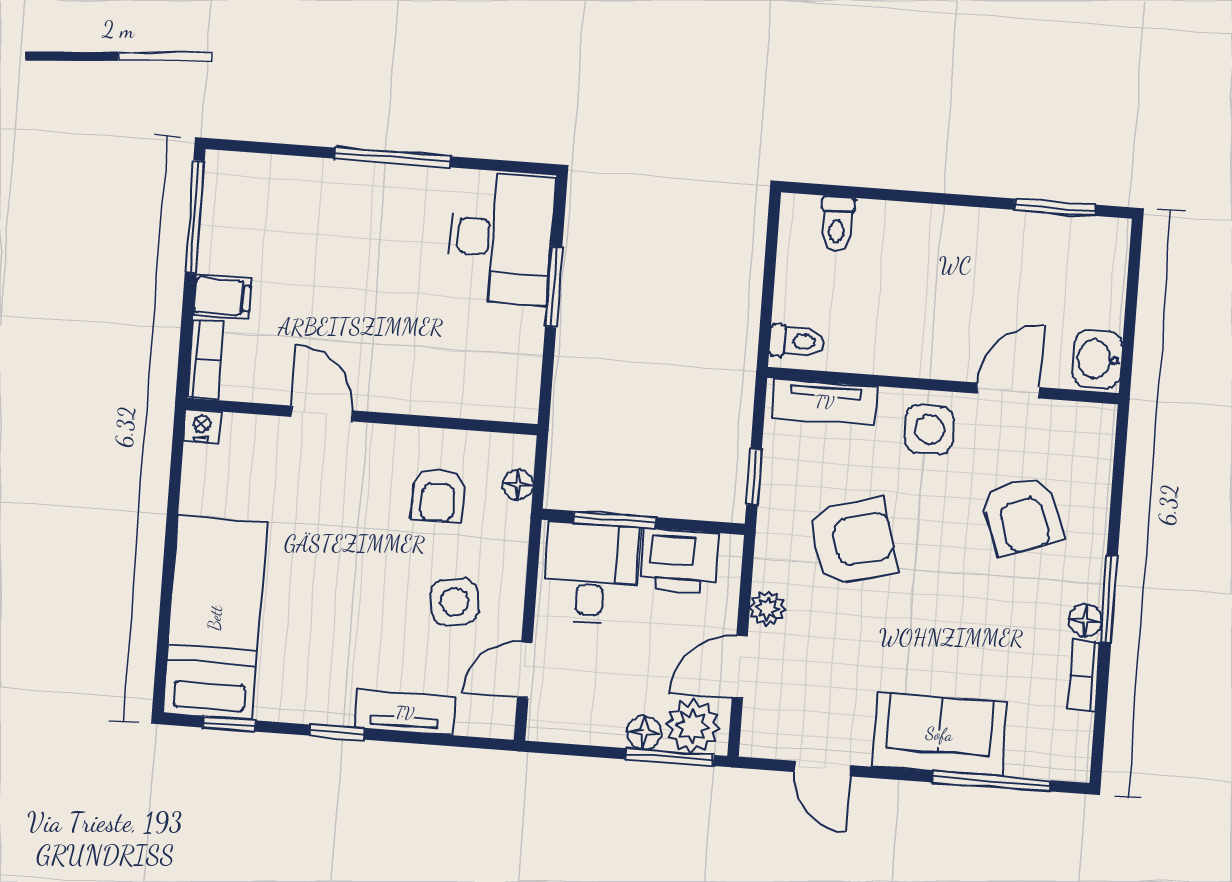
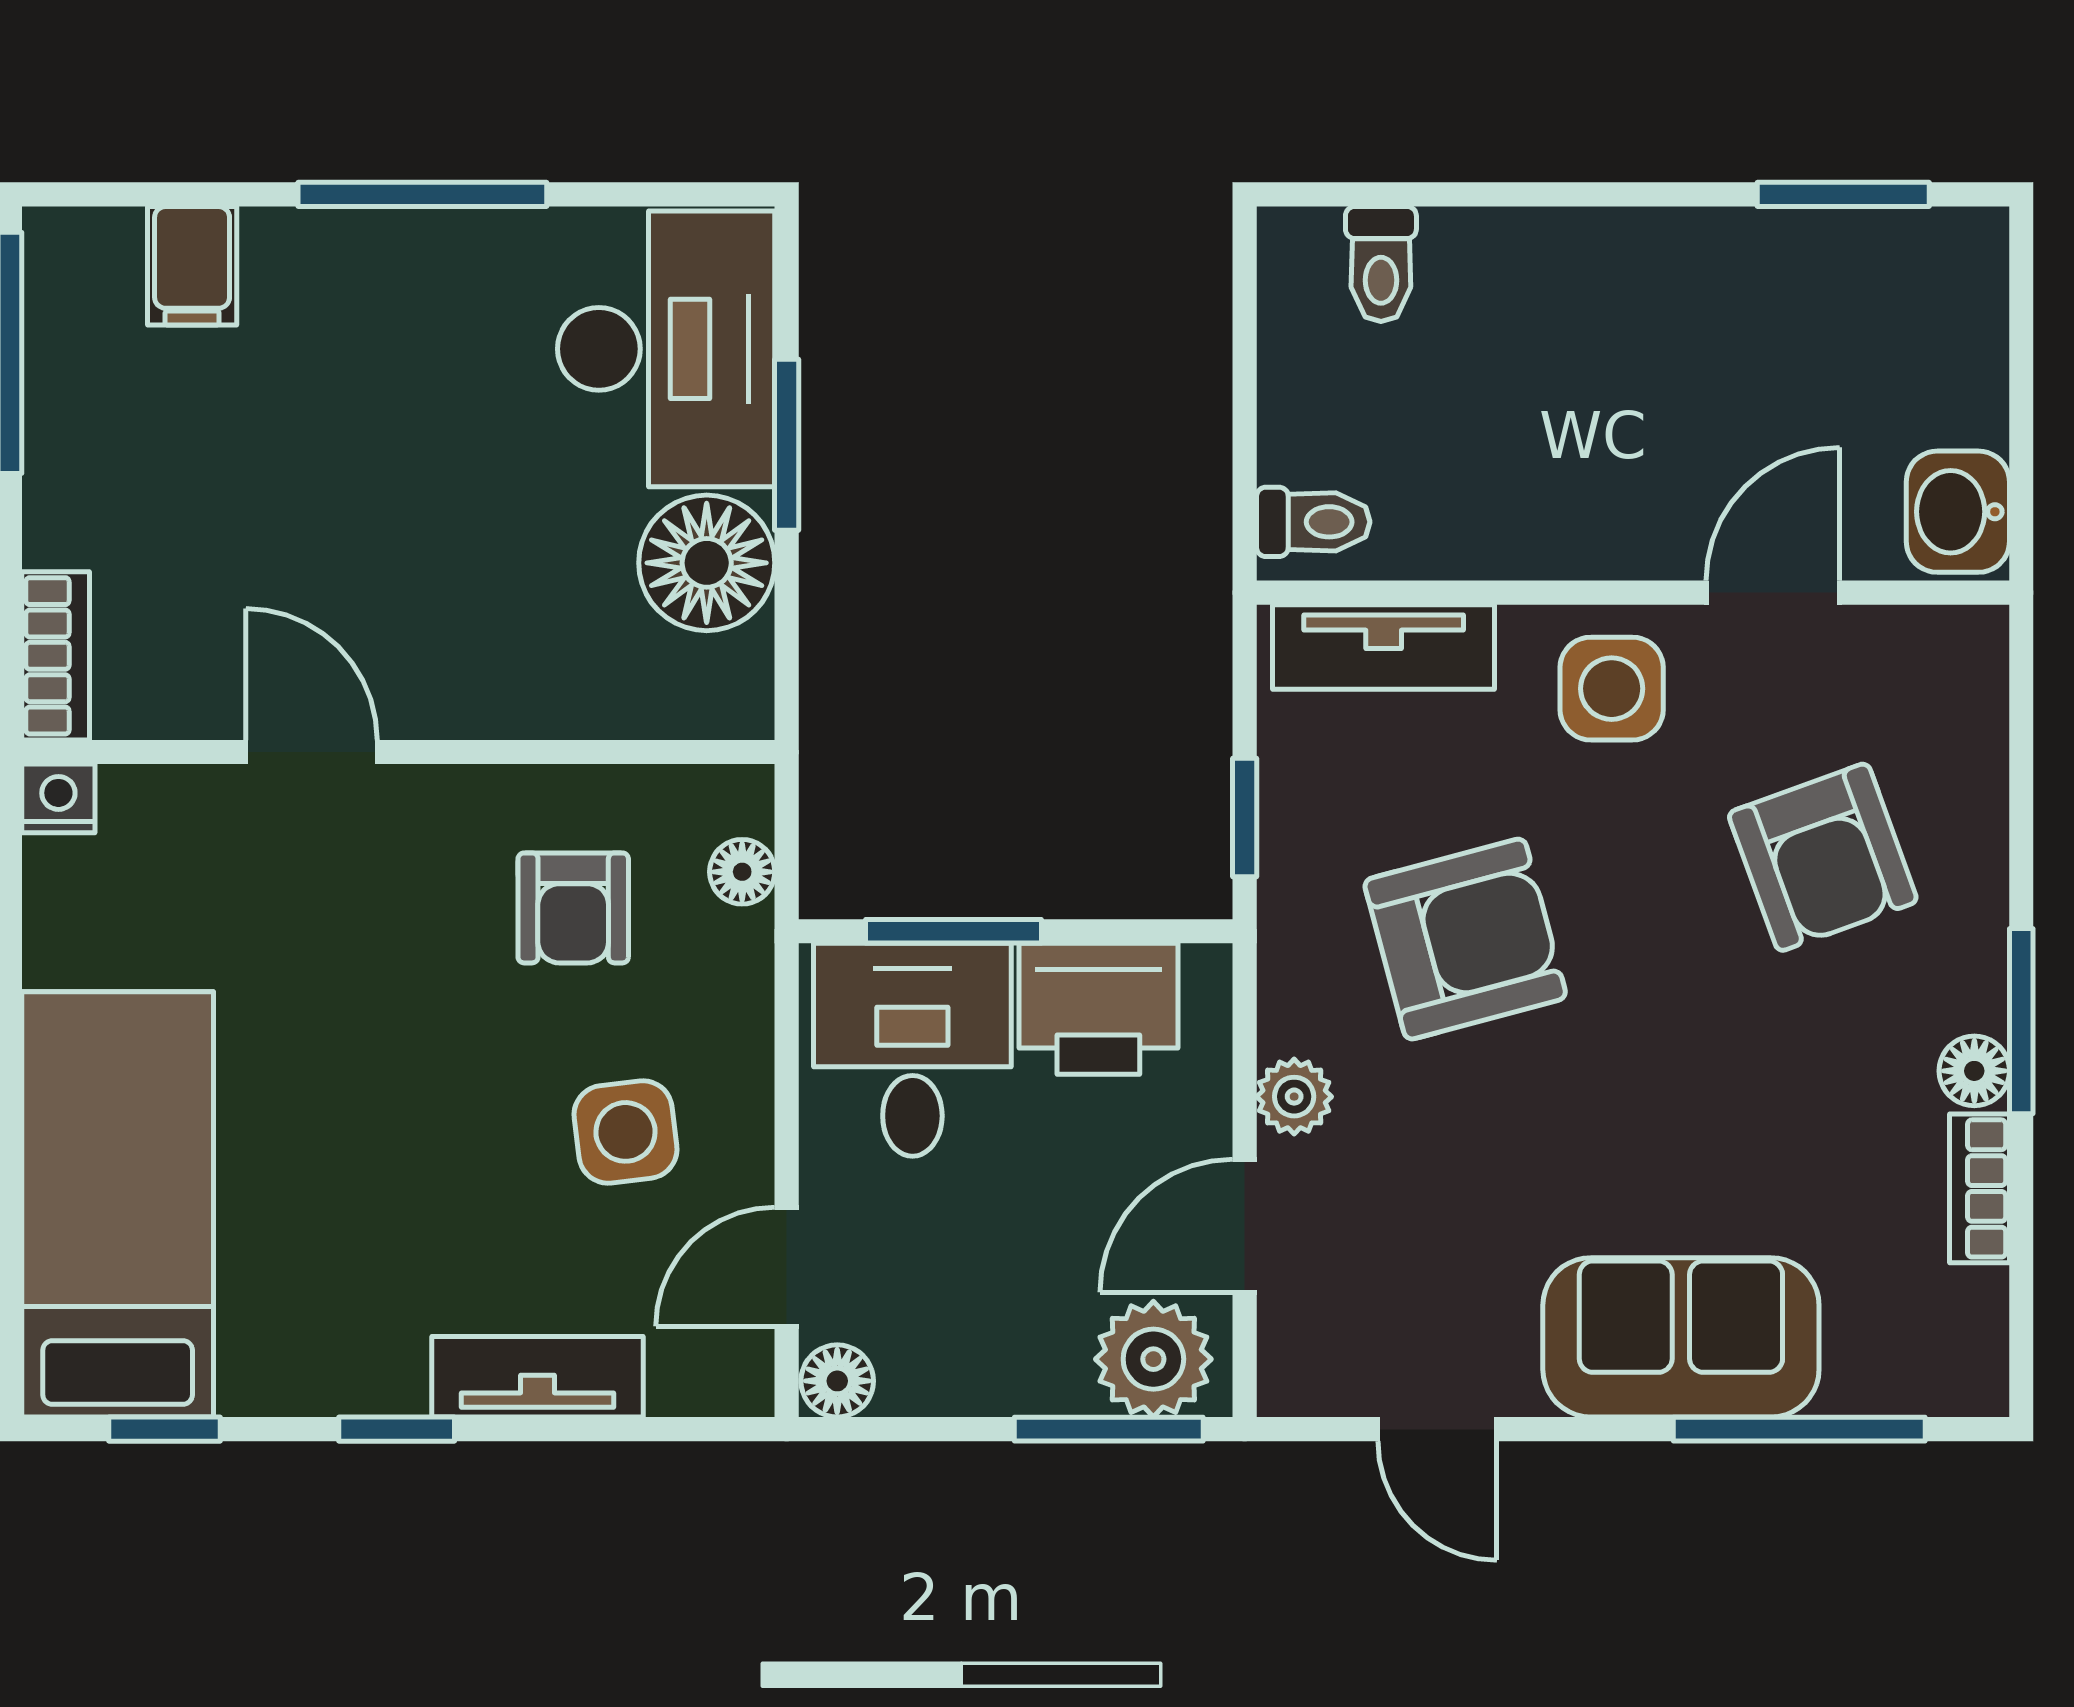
filing cabinet: (222, 297) -> (192, 266), moved, turned 90
floor lamp: (512, 339) -> (707, 563), added
floor lamp: (644, 733) -> (837, 1381), moved

